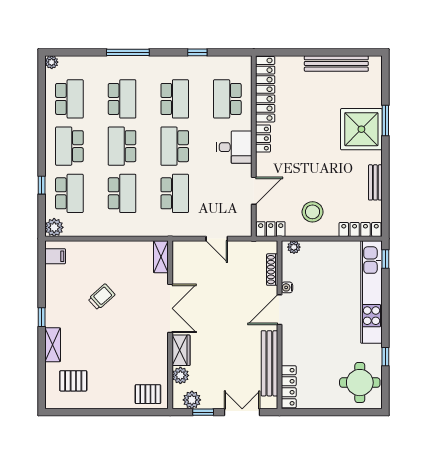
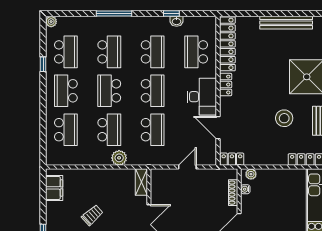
washbasin: (204, 62) -> (177, 21), added
school desk: (175, 146) -> (153, 91), turned 180
desk: (234, 147) -> (202, 97), width x1.37
window: (42, 185) -> (43, 64), moved
door: (254, 191) -> (218, 128), swing flipped
stool: (313, 212) -> (284, 118), moved
plant: (54, 227) -> (119, 158), moved
door: (217, 239) -> (187, 167), swing flipped
filing cabinet: (55, 256) -> (54, 188), width x2.00
water cooler: (287, 287) -> (245, 189), moved

